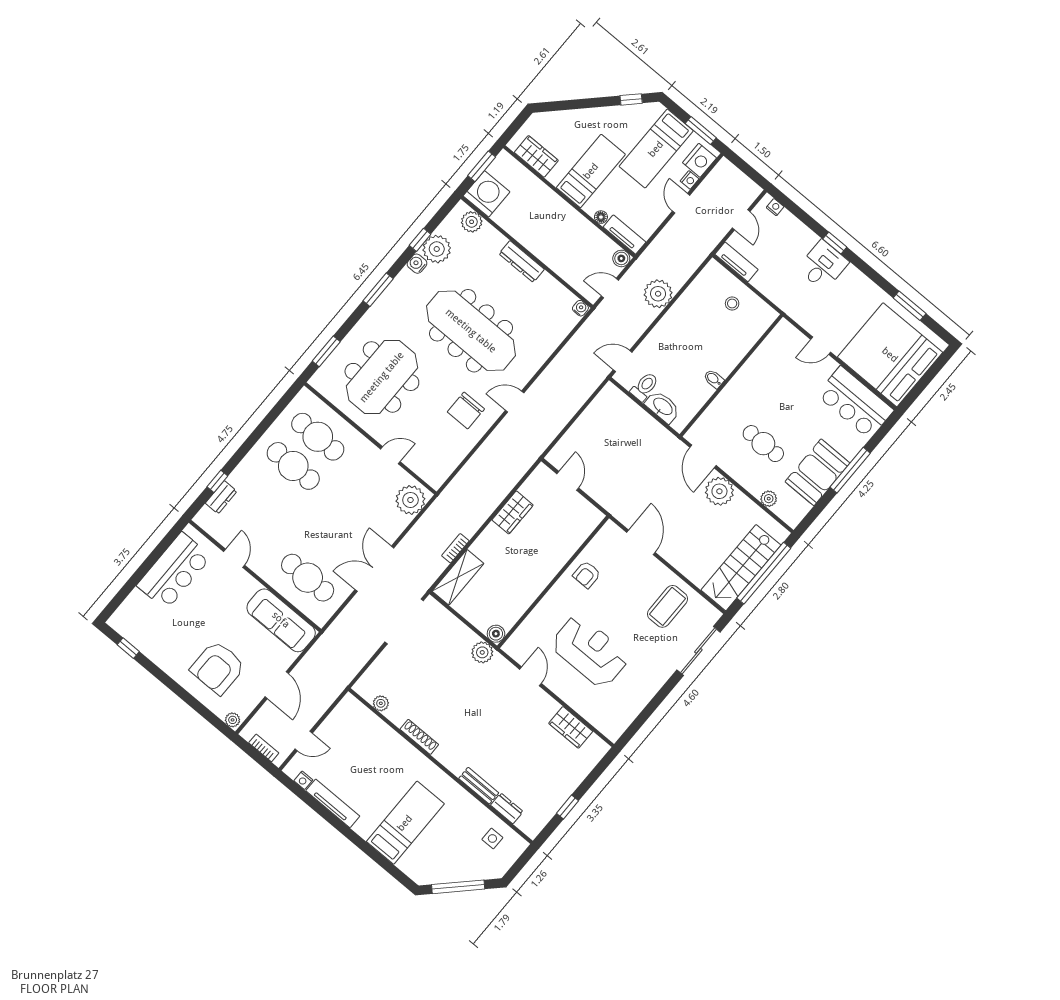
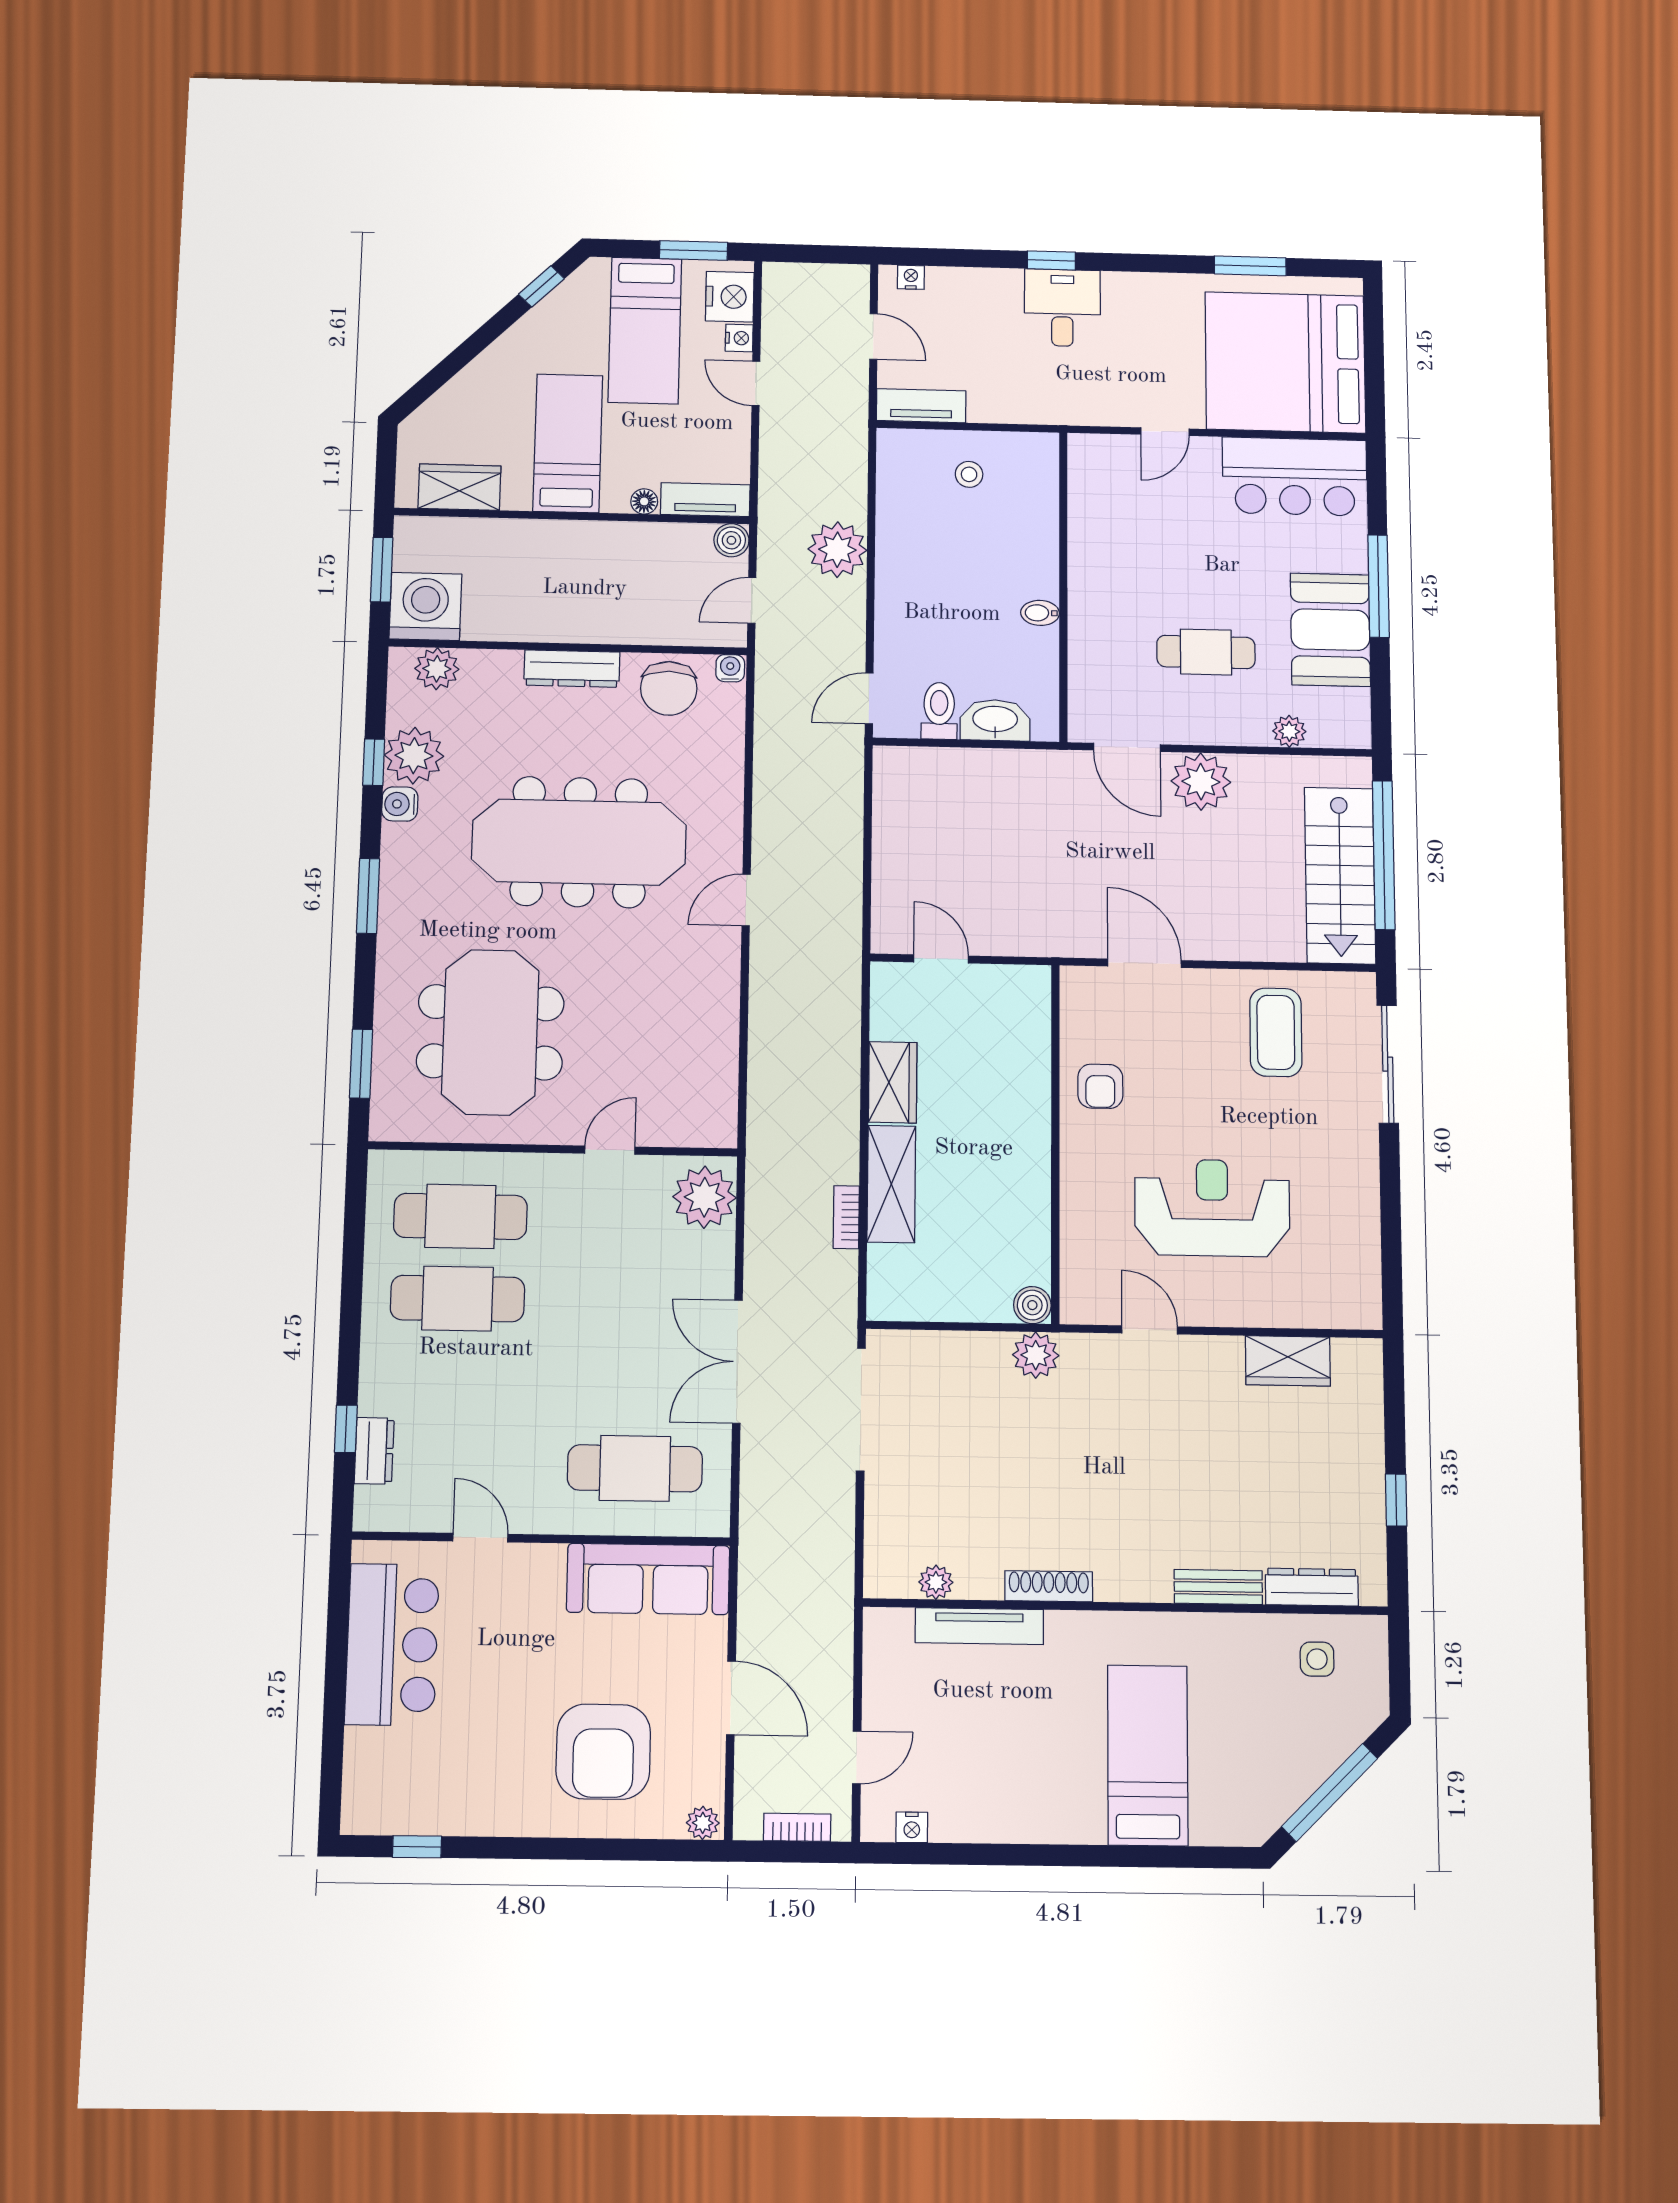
chair: (466, 410) -> (669, 688), moved
shelving: (458, 577) -> (891, 1184), moved
tv unit: (333, 803) -> (979, 1626), moved, turned 180
dresser: (507, 808) -> (1312, 1587), width x1.44

